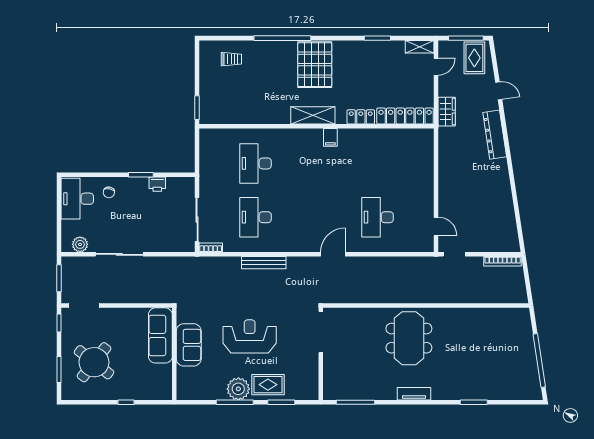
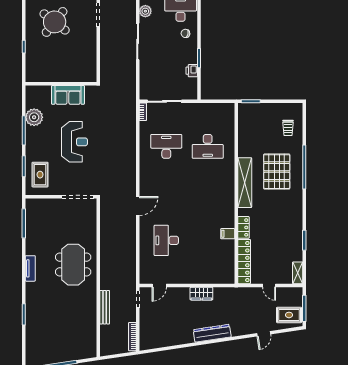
pallet: (315, 65) -> (277, 172), moved, turned 90
door: (436, 67) -> (269, 285), moved
wardrobe: (447, 112) -> (201, 294), moved
shelving: (313, 115) -> (245, 183), width x1.47
dresser: (495, 135) -> (212, 333), moved
filing cabinet: (330, 137) -> (228, 234), moved
desk: (255, 163) -> (208, 146), turned 180
desk: (378, 217) -> (166, 240), turned -90
door: (333, 254) -> (138, 206), hinge flipped
bench: (264, 263) -> (105, 307), moved
sofa: (160, 335) -> (75, 73), removed
meeting table: (409, 338) -> (73, 265), turned 90
rug: (268, 385) -> (40, 175), moved
plant: (238, 389) -> (34, 117), moved

